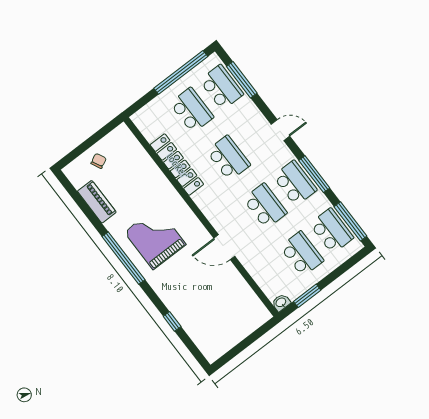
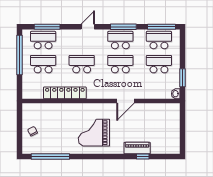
piano: (97, 202) -> (137, 148), moved
window: (124, 258) -> (50, 156), moved

